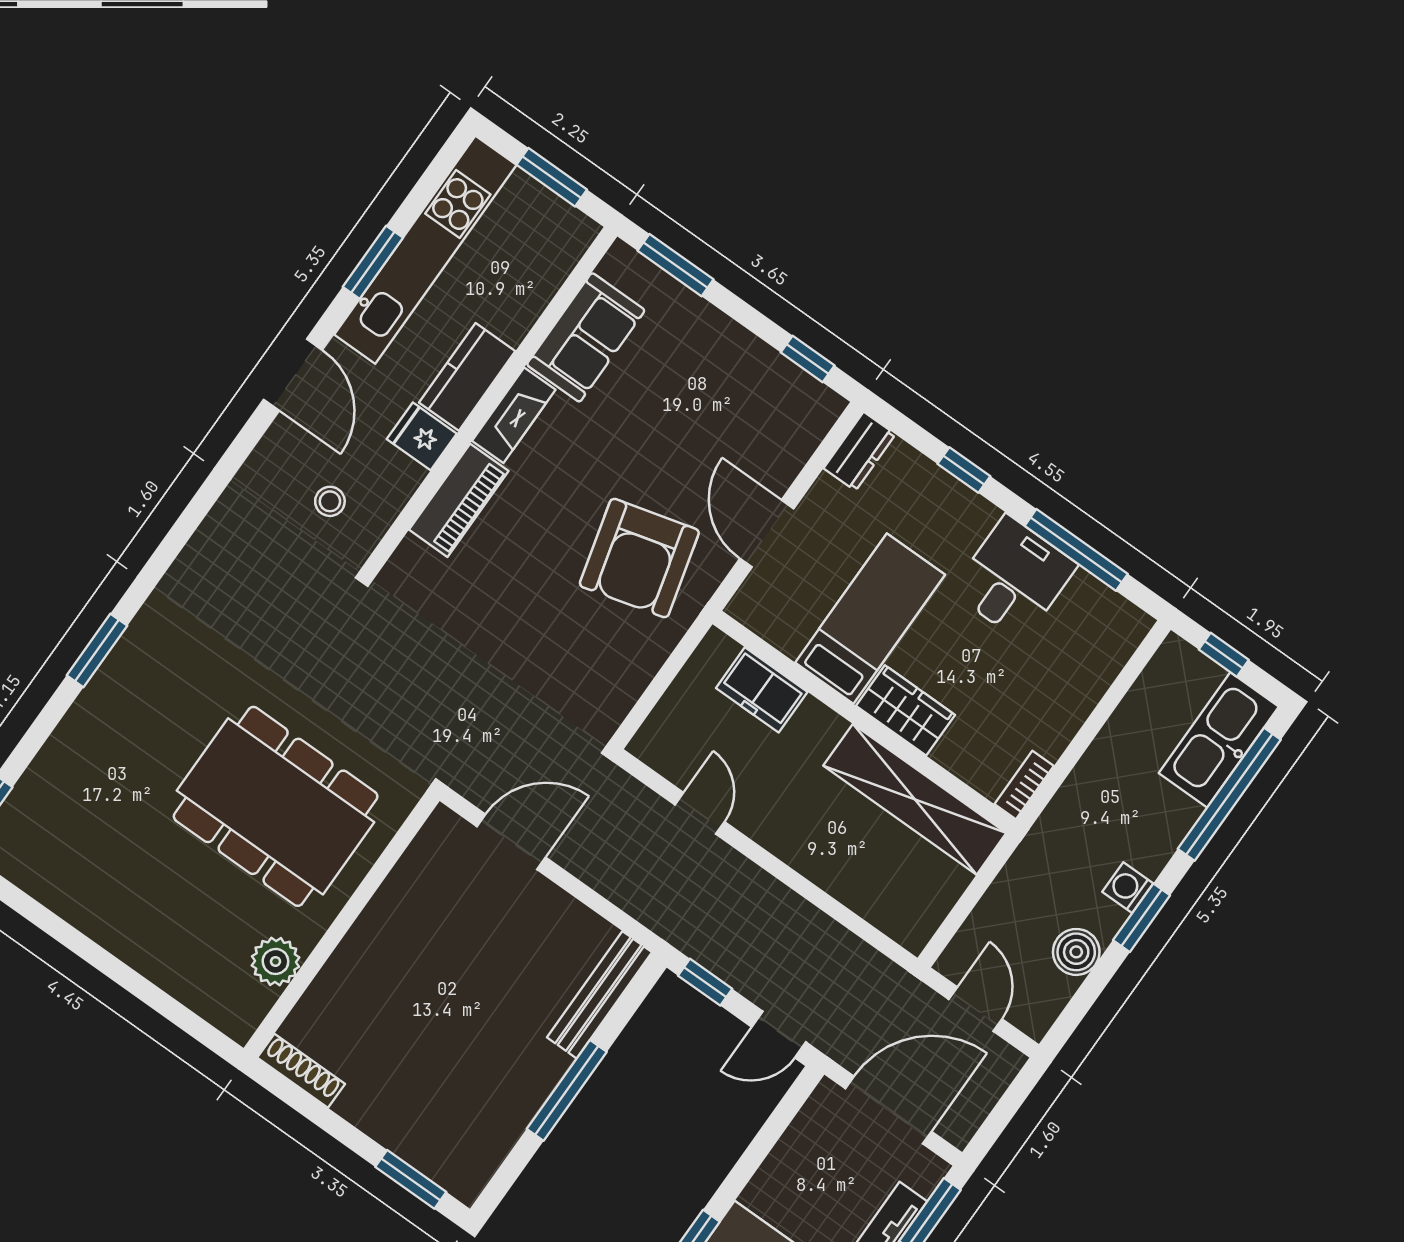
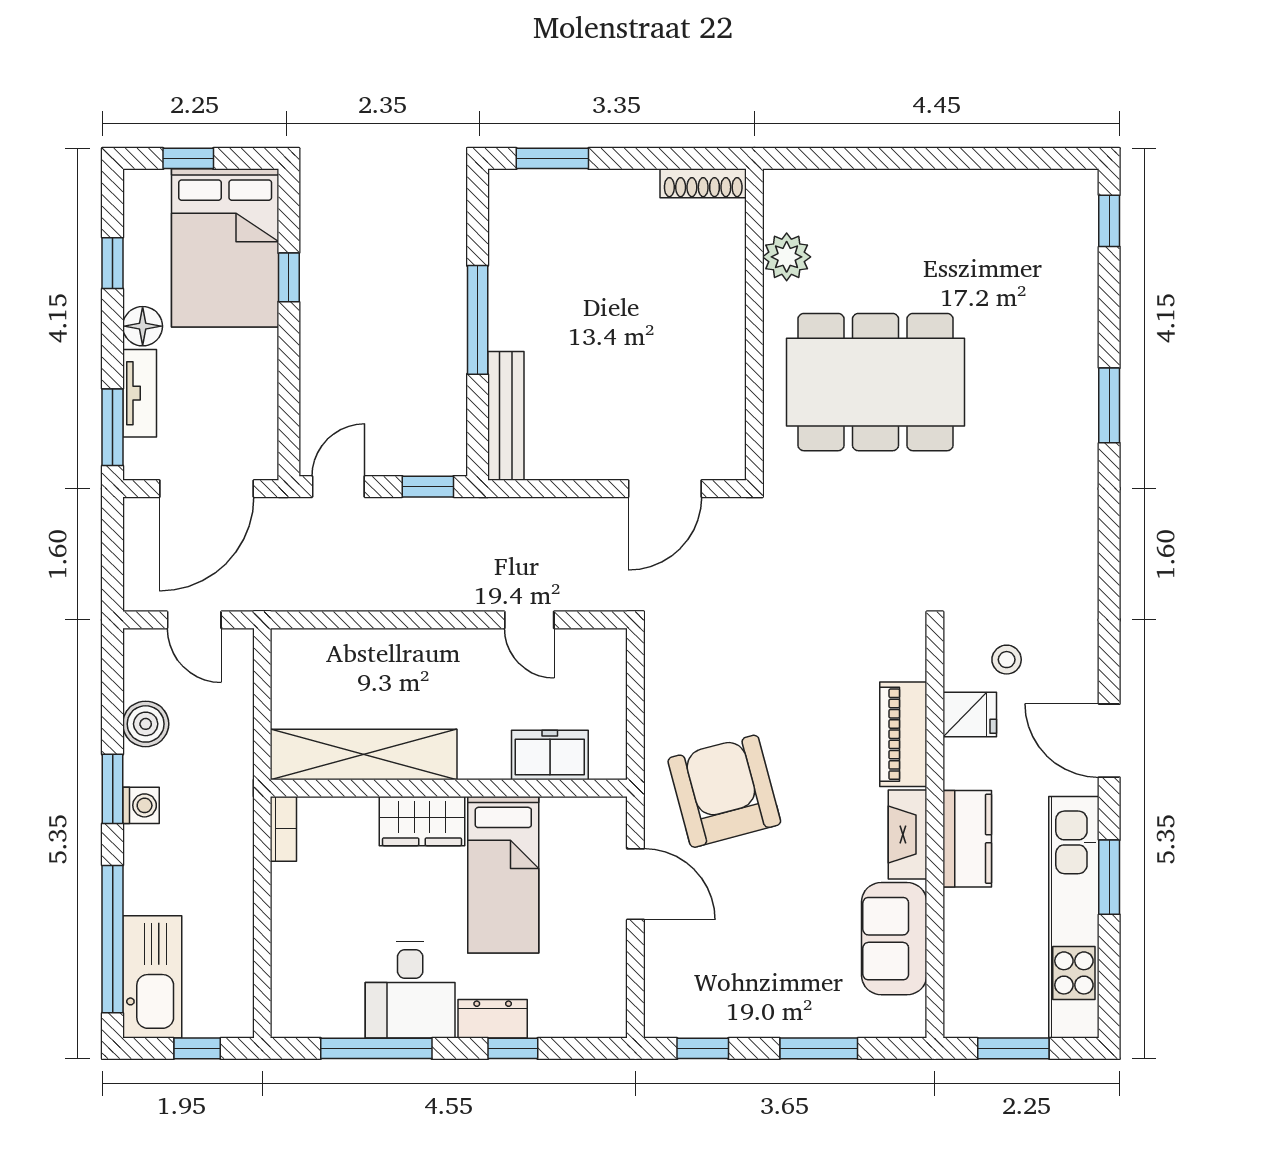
window: (675, 265) -> (819, 1048), moved
fridge: (422, 436) -> (970, 715), moved
dresser: (859, 451) -> (493, 1019), moved, turned 90

